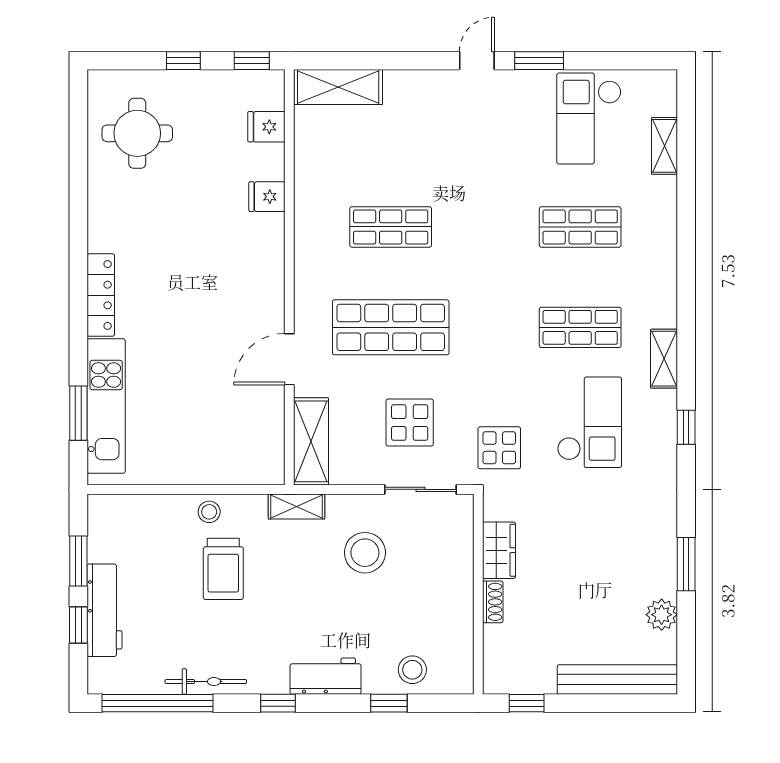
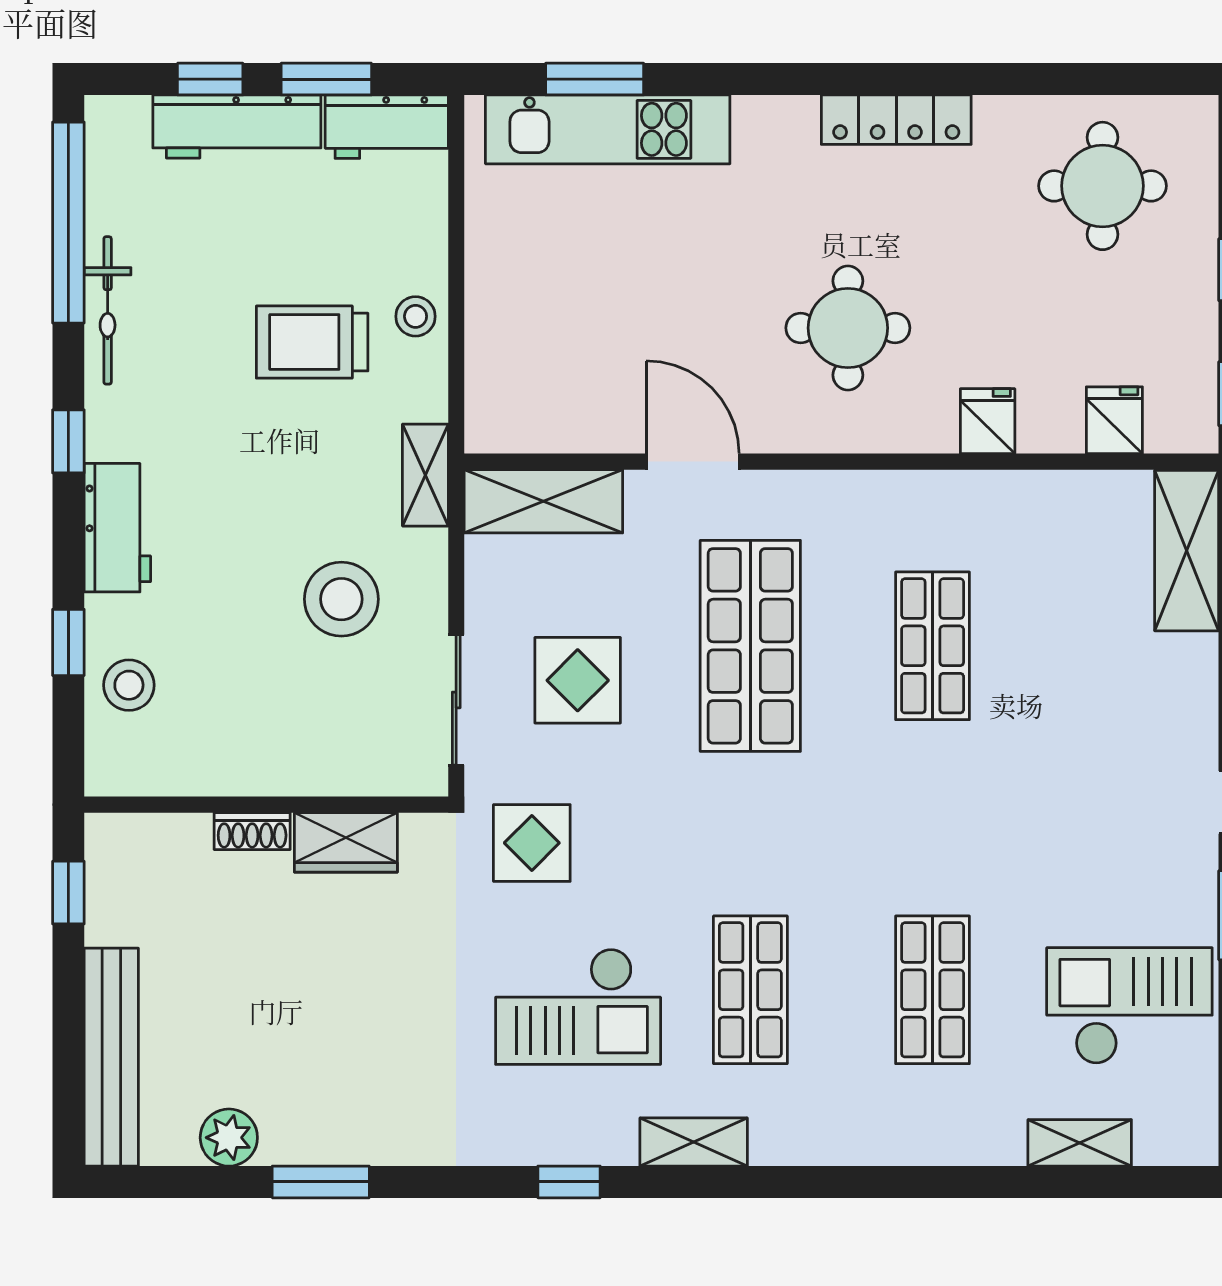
round table: (216, 274) -> (848, 328), added
locker: (101, 295) -> (896, 120), moved
workbench: (105, 528) -> (387, 127), added

